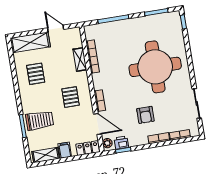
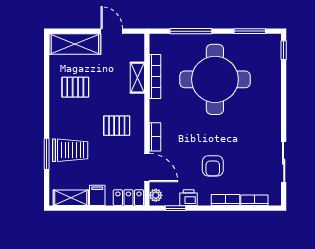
round table: (155, 67) -> (215, 79), moved
pallet: (36, 74) -> (75, 87), turned 90
pallet: (71, 97) -> (117, 126), turned 90
printer: (121, 143) -> (189, 198), moved

